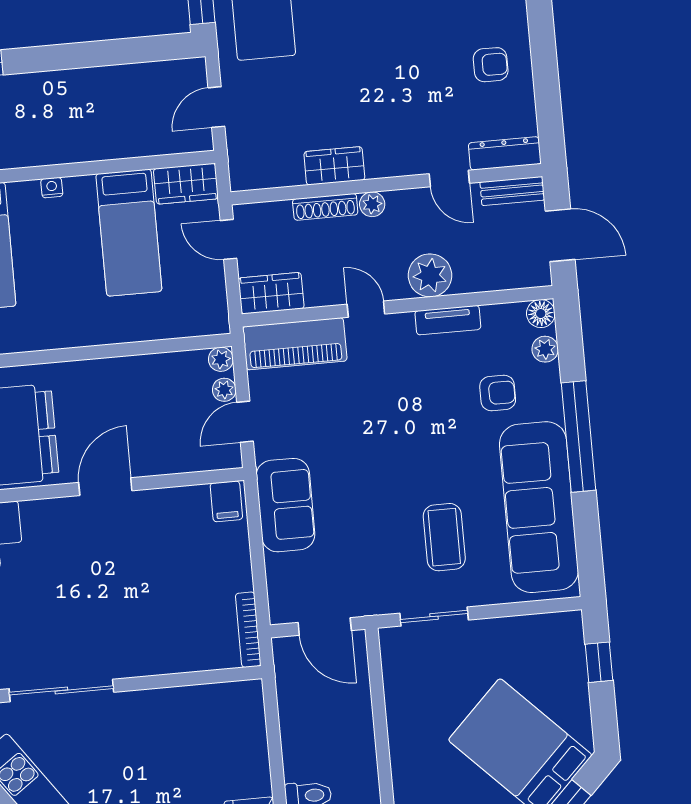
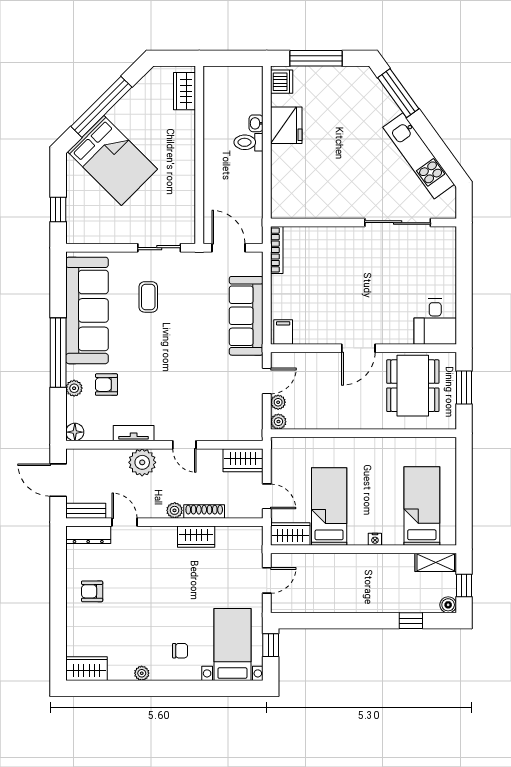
piano: (295, 344) -> (231, 427), removed
plant: (545, 349) -> (74, 388), moved
sofa: (285, 505) -> (246, 316), width x1.36
coffee table: (444, 537) -> (148, 297), width x0.73, depth x0.77

